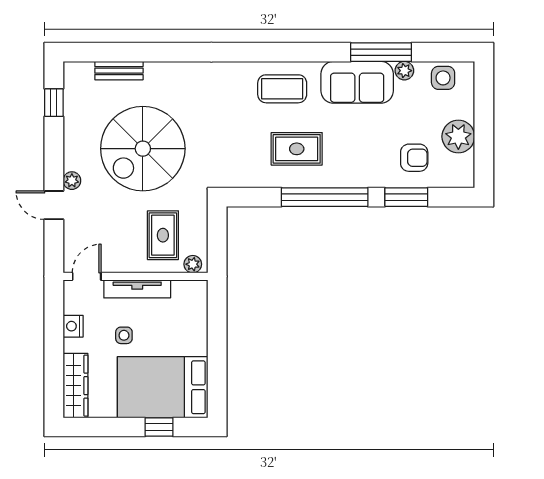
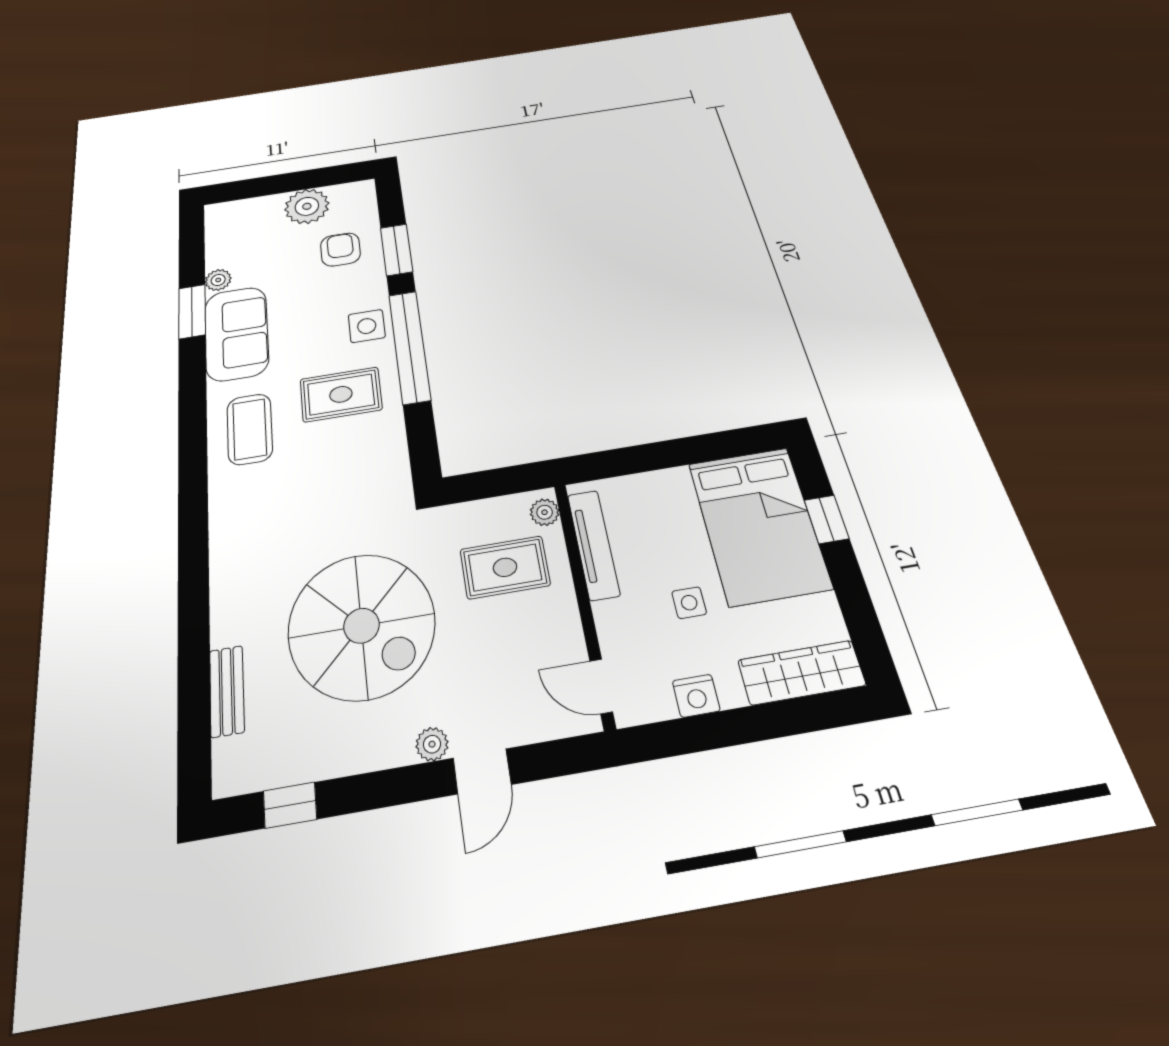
window: (381, 52) -> (192, 311), width x0.69
side table: (443, 78) -> (367, 326), moved
rug: (297, 149) -> (341, 394), turned 90
tv unit: (137, 289) -> (593, 544), moved

